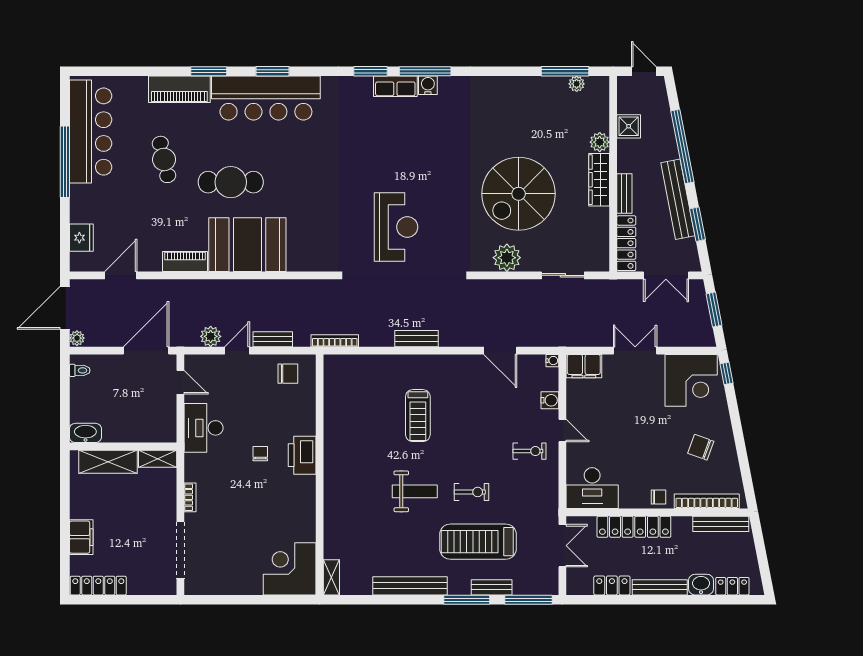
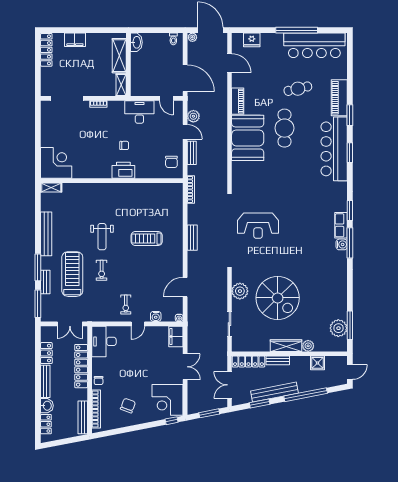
plant: (577, 84) -> (338, 328), width x1.88, depth x1.88
spiral stairs: (519, 194) -> (278, 298), turned 180
door: (180, 382) -> (166, 98), hinge flipped

